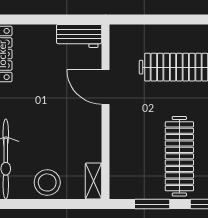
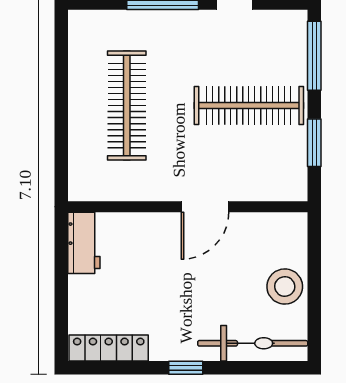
door: (105, 87) -> (205, 207), moved
shelving: (93, 181) -> (283, 223), removed

